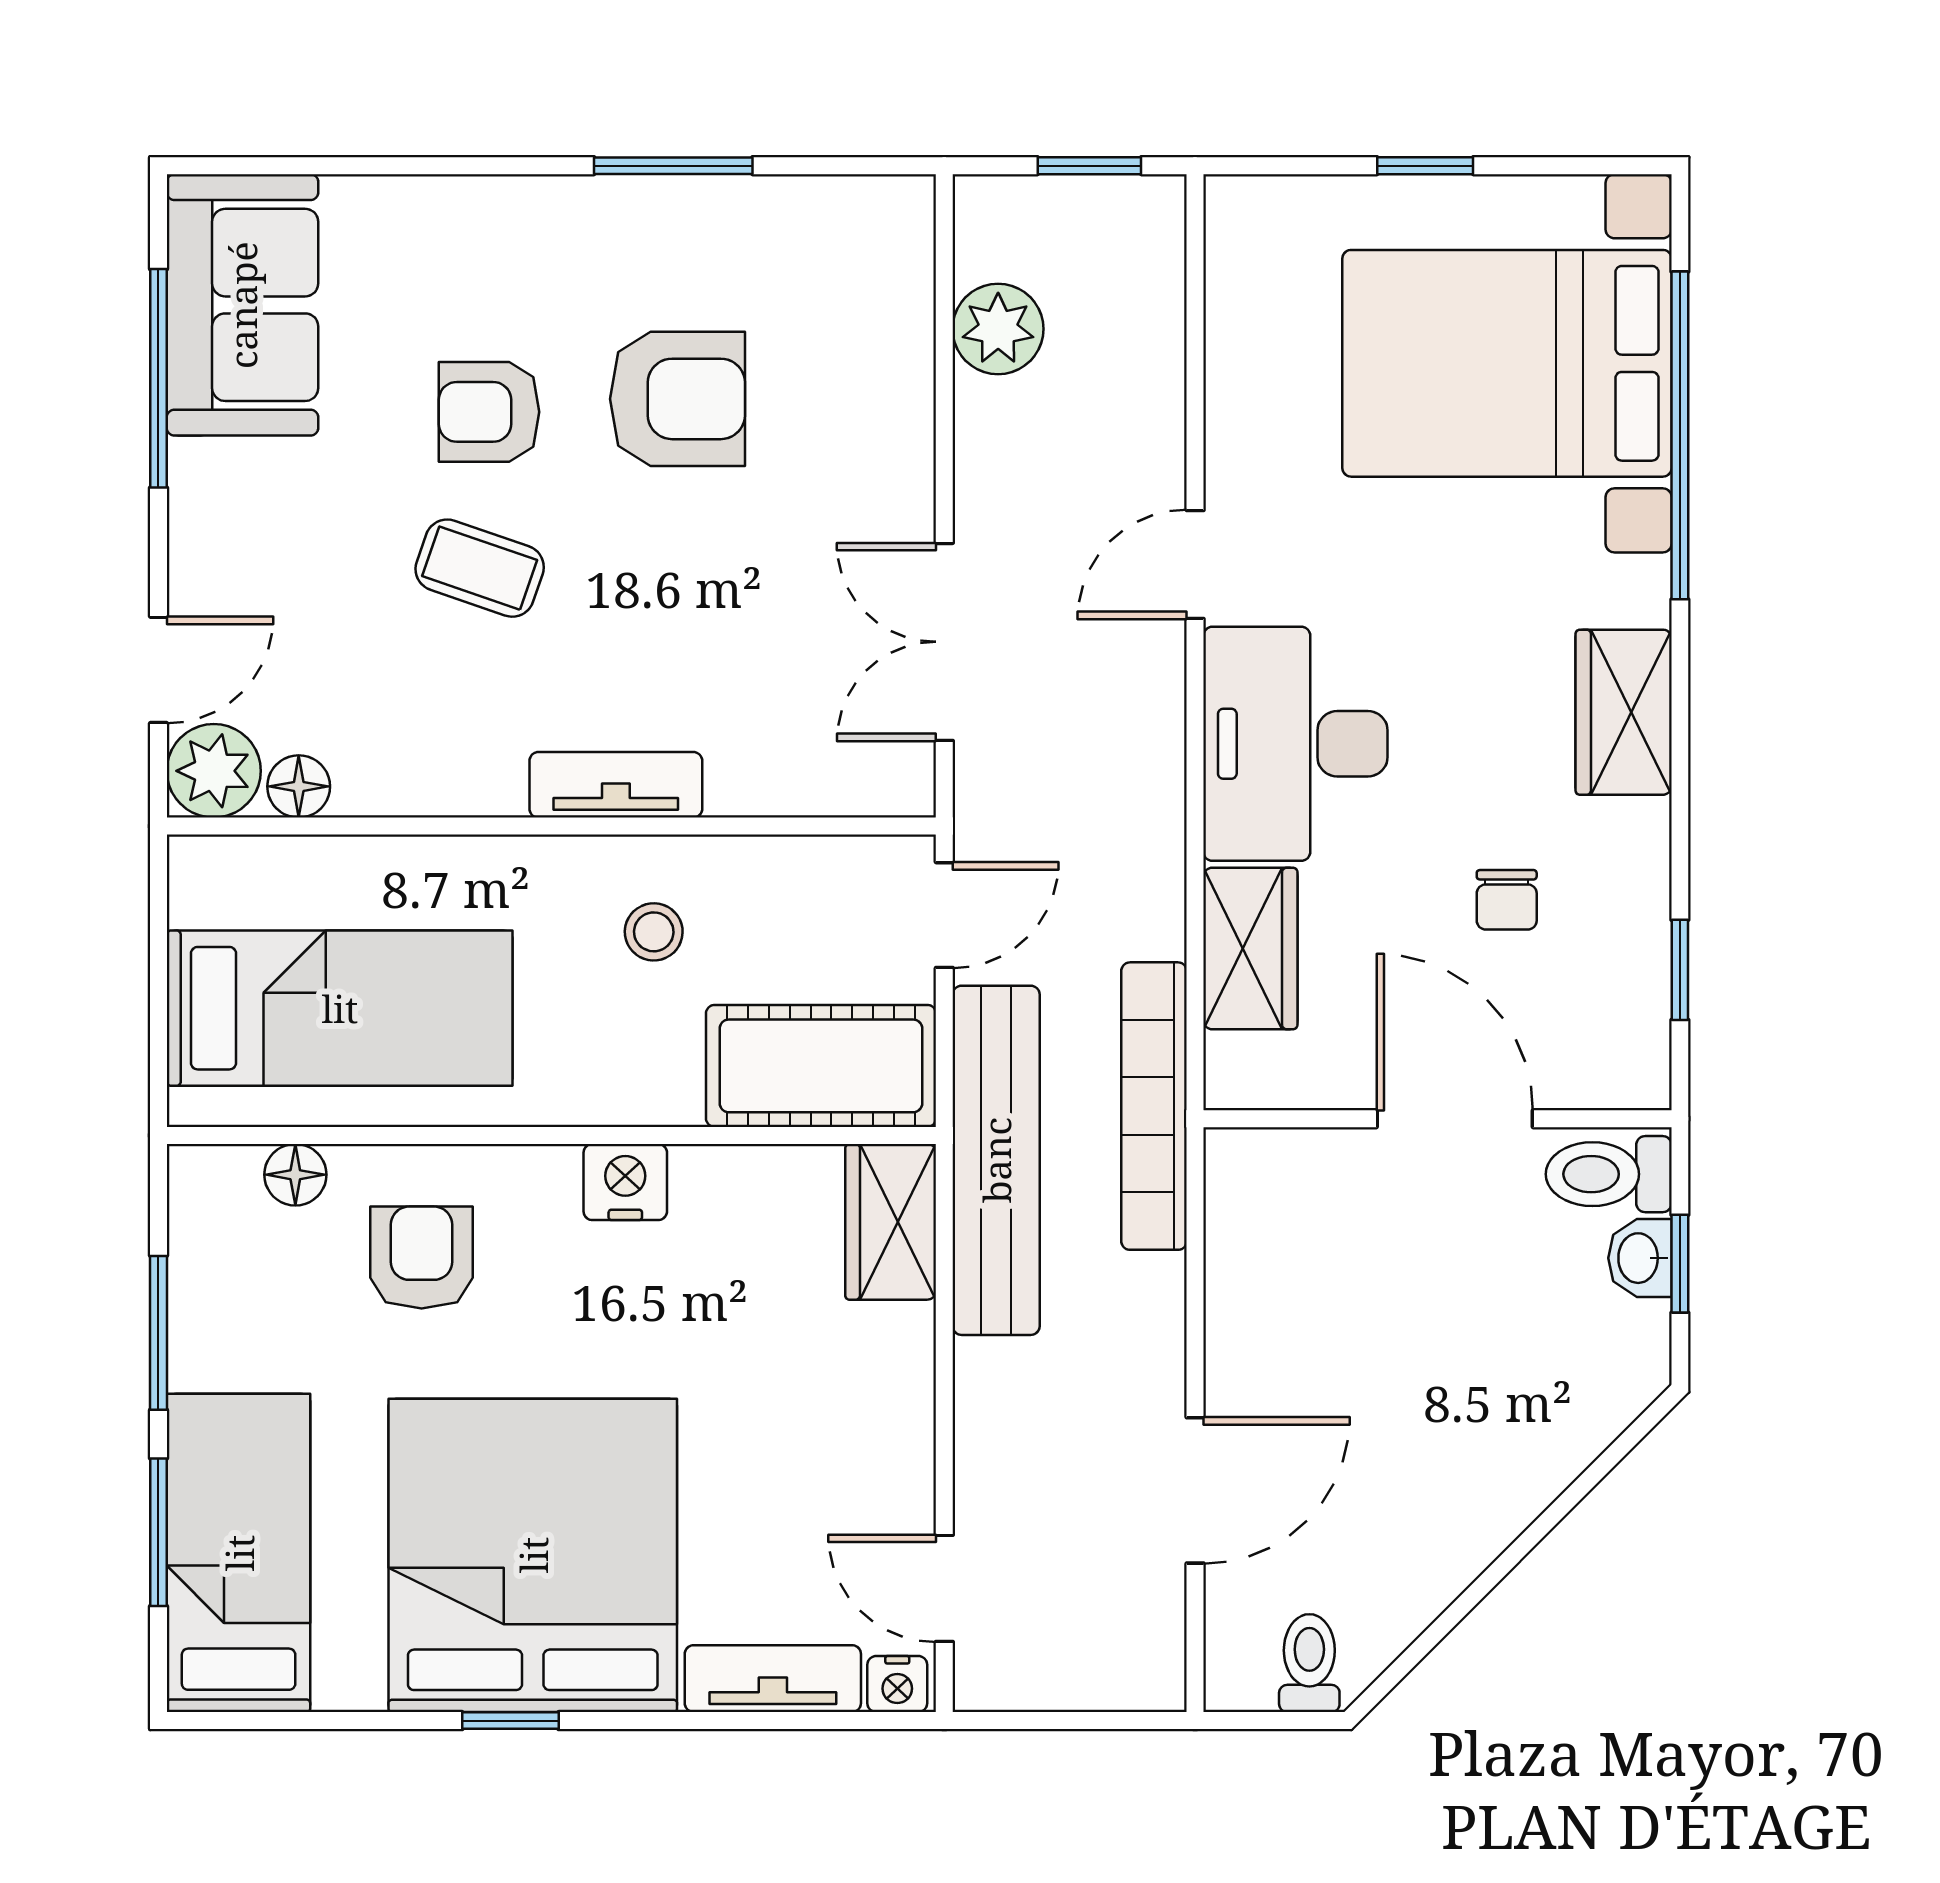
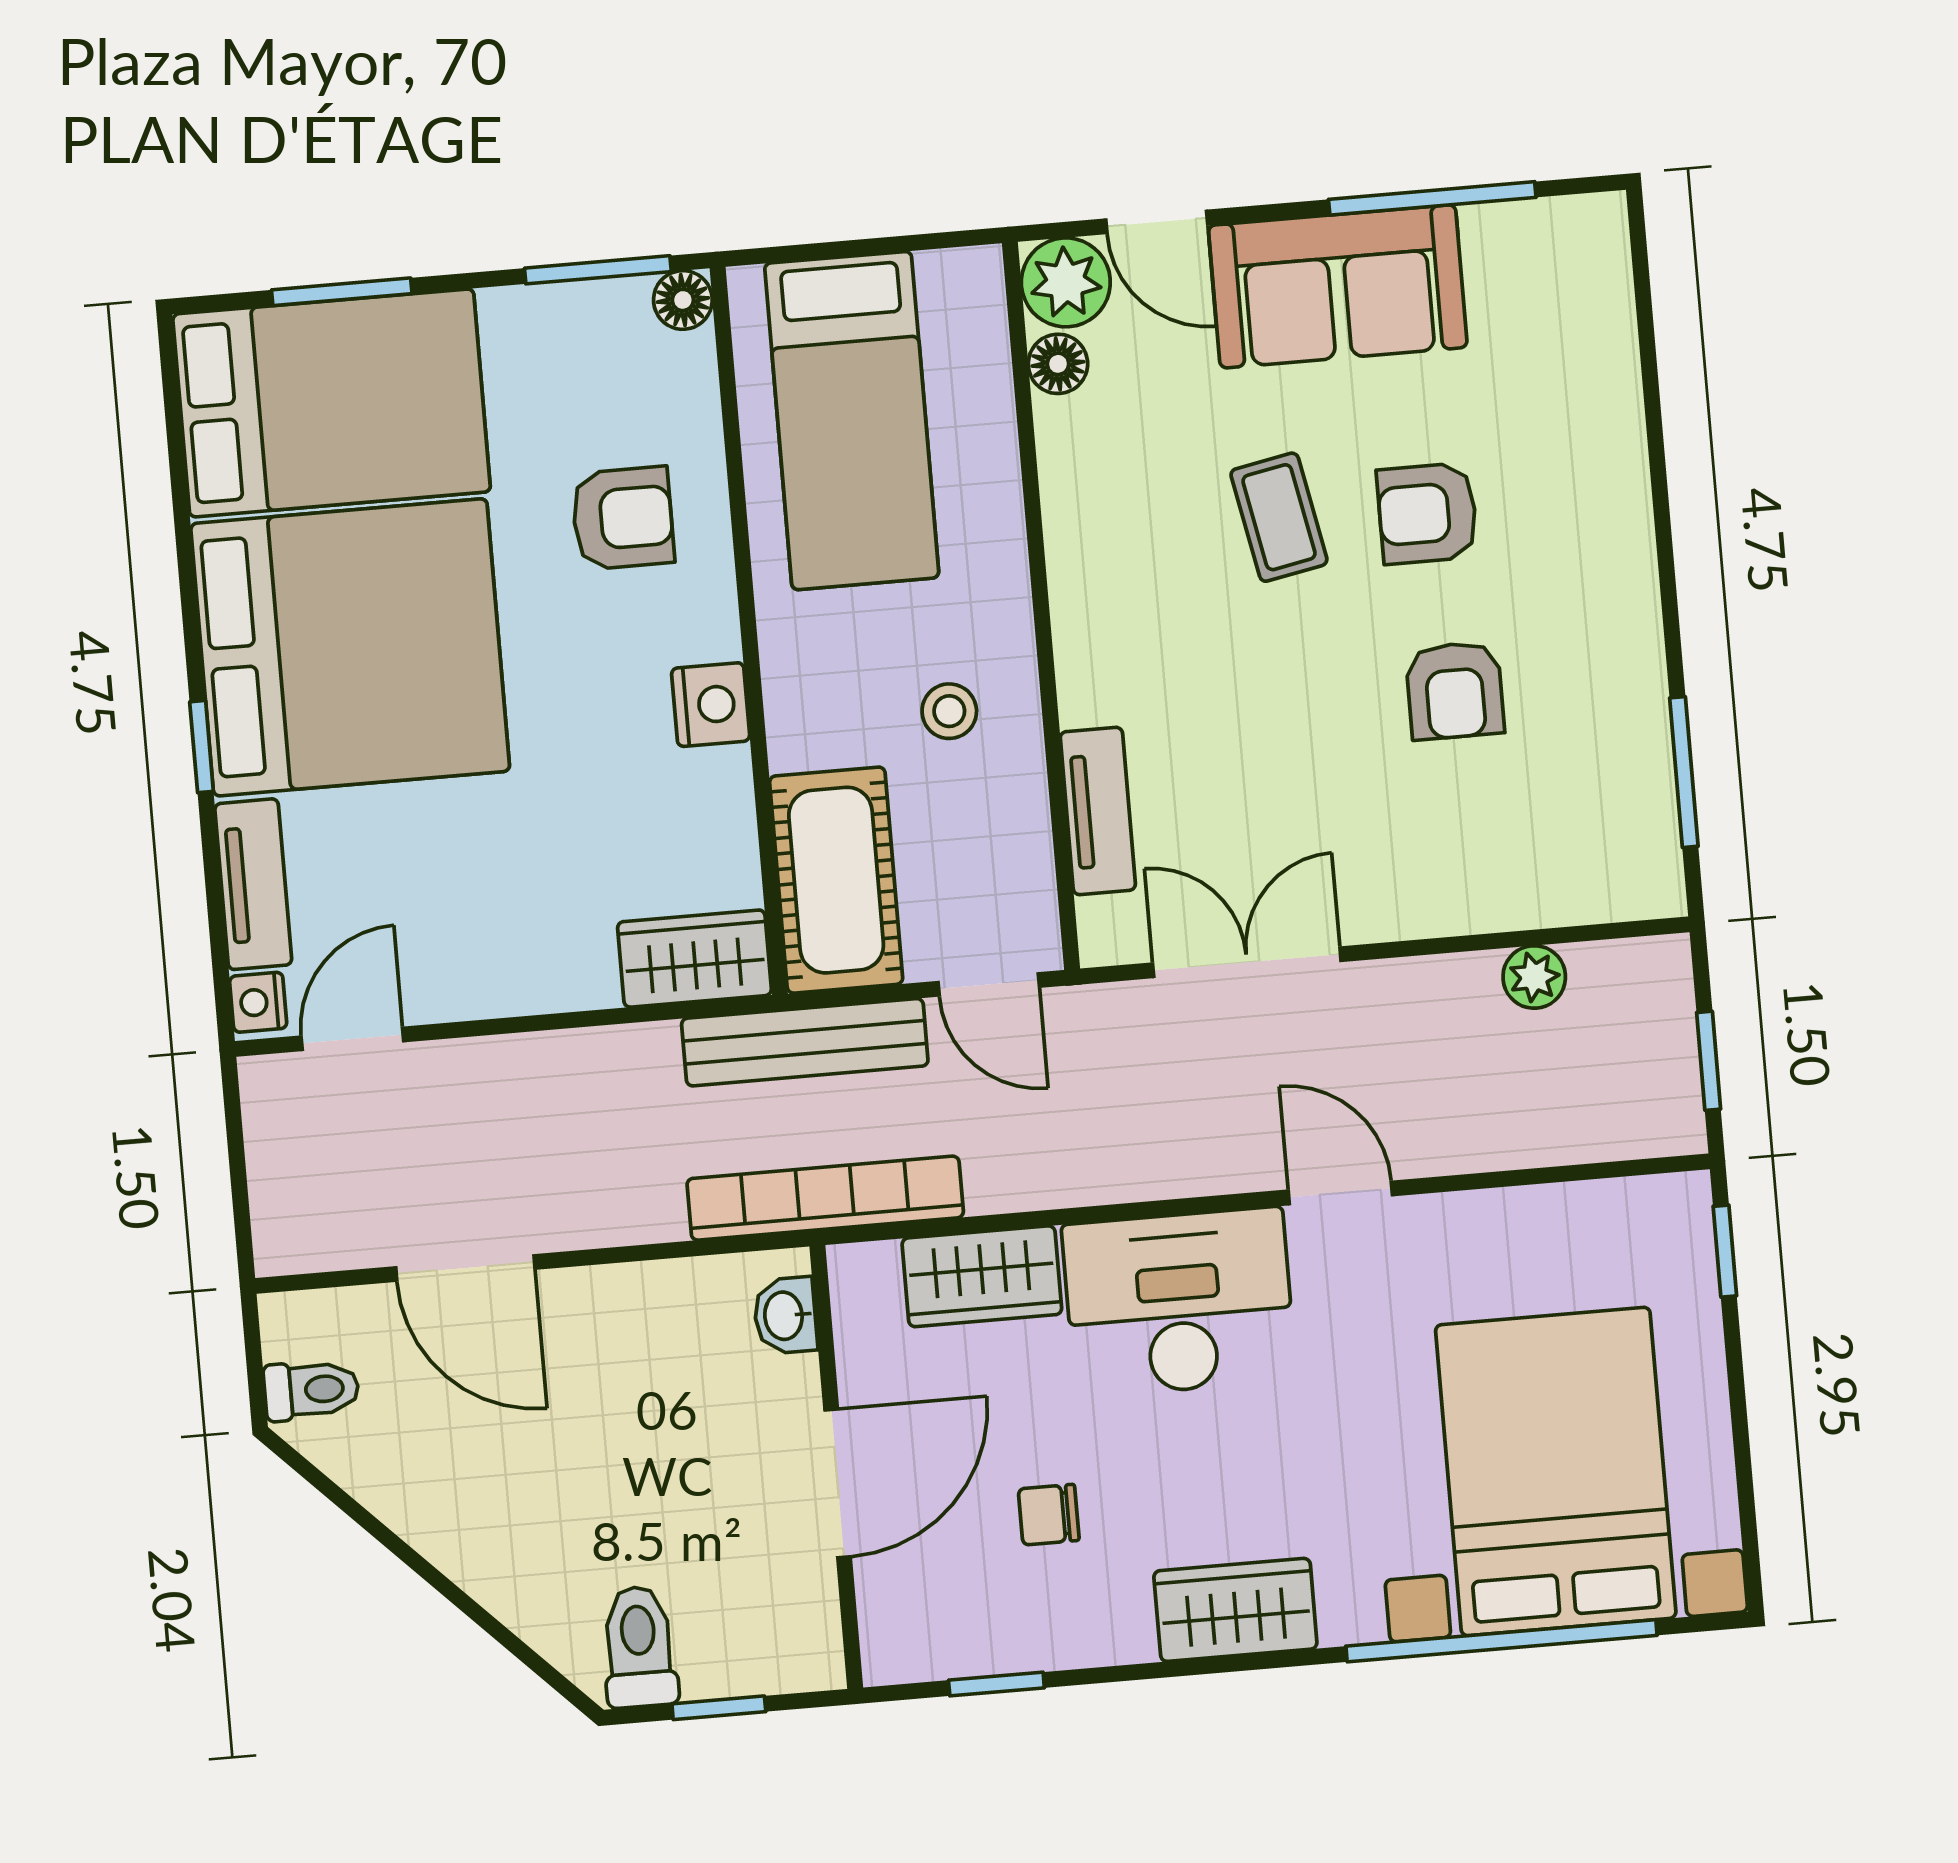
window: (673, 166) -> (1684, 772), moved
window: (1425, 166) -> (1725, 1251), moved
sofa: (242, 305) -> (1338, 286), moved
plant: (998, 329) -> (1534, 977), width x0.73, depth x0.73
armchair: (678, 399) -> (1455, 690), width x0.72, depth x0.72
armchair: (489, 412) -> (1427, 513), turned -90
coffee table: (480, 568) -> (1279, 517), turned -30
tv unit: (616, 785) -> (1098, 811), moved
bench: (996, 1160) -> (805, 1042), width x0.73, depth x0.82
toilet: (1609, 1174) -> (639, 1647), moved
floor lamp: (295, 1175) -> (683, 300), moved
washbasin: (1640, 1258) -> (785, 1316), moved, turned -90
window: (158, 1333) -> (598, 270), moved
bed: (239, 1553) -> (332, 403), width x1.50
window: (510, 1721) -> (202, 747), moved

